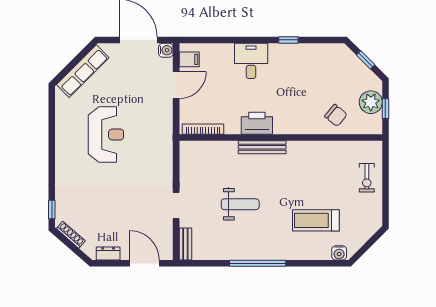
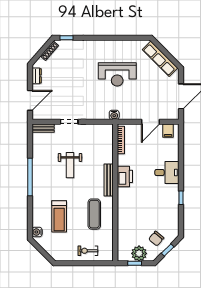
water cooler: (166, 50) -> (114, 115), moved
door: (176, 85) -> (151, 122), hinge flipped
chair: (336, 115) -> (156, 239), moved
exercise mat: (312, 168) -> (94, 214), added
treadmill: (316, 220) -> (59, 216), turned 180

